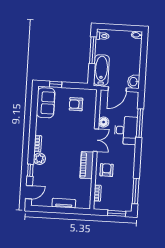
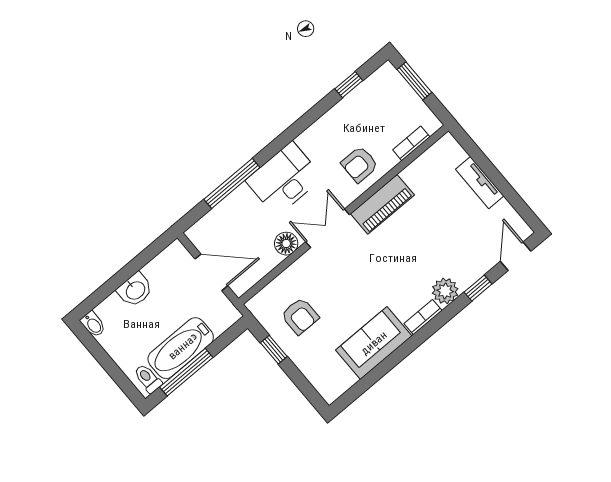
bathtub: (101, 70) -> (181, 348), moved
washbasin: (134, 82) -> (135, 290), moved
window: (56, 84) -> (274, 350), moved
sofa: (46, 103) -> (374, 343), moved
desk: (126, 130) -> (284, 179), moved
window: (136, 191) -> (349, 85), width x0.46
door: (29, 192) -> (516, 256), hinge flipped

